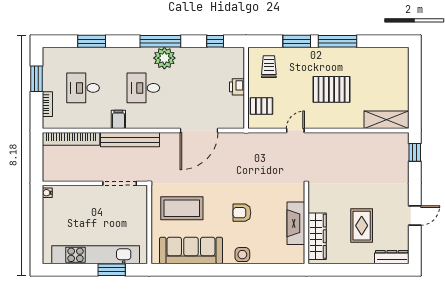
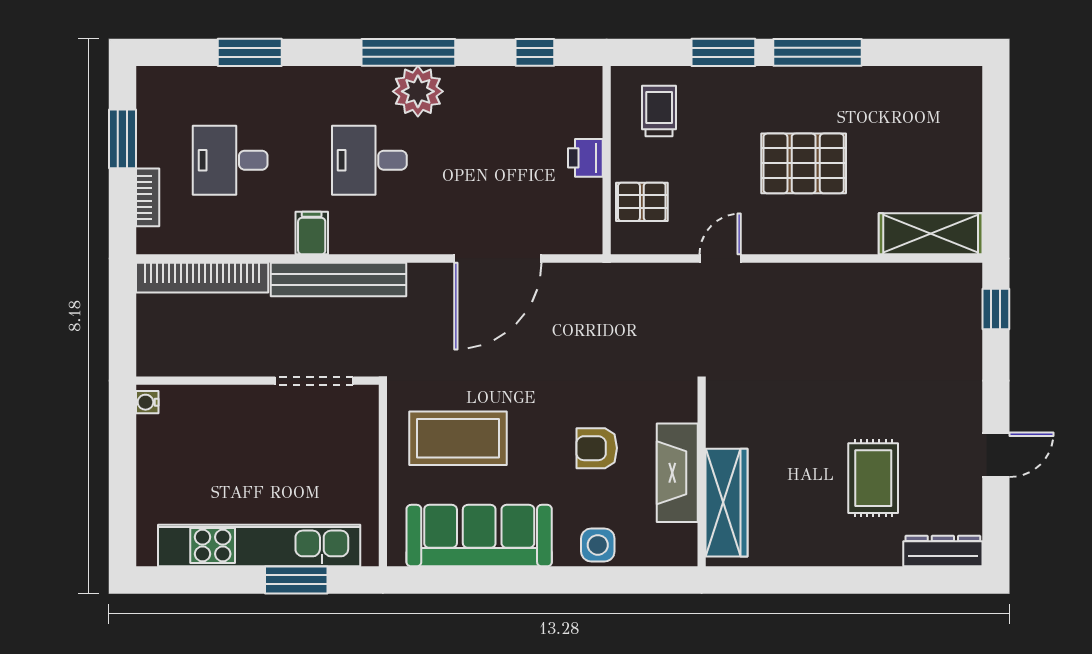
fireplace: (296, 223) -> (677, 473), moved
wall: (306, 224) -> (702, 476), moved
wardrobe: (317, 236) -> (727, 503), moved

